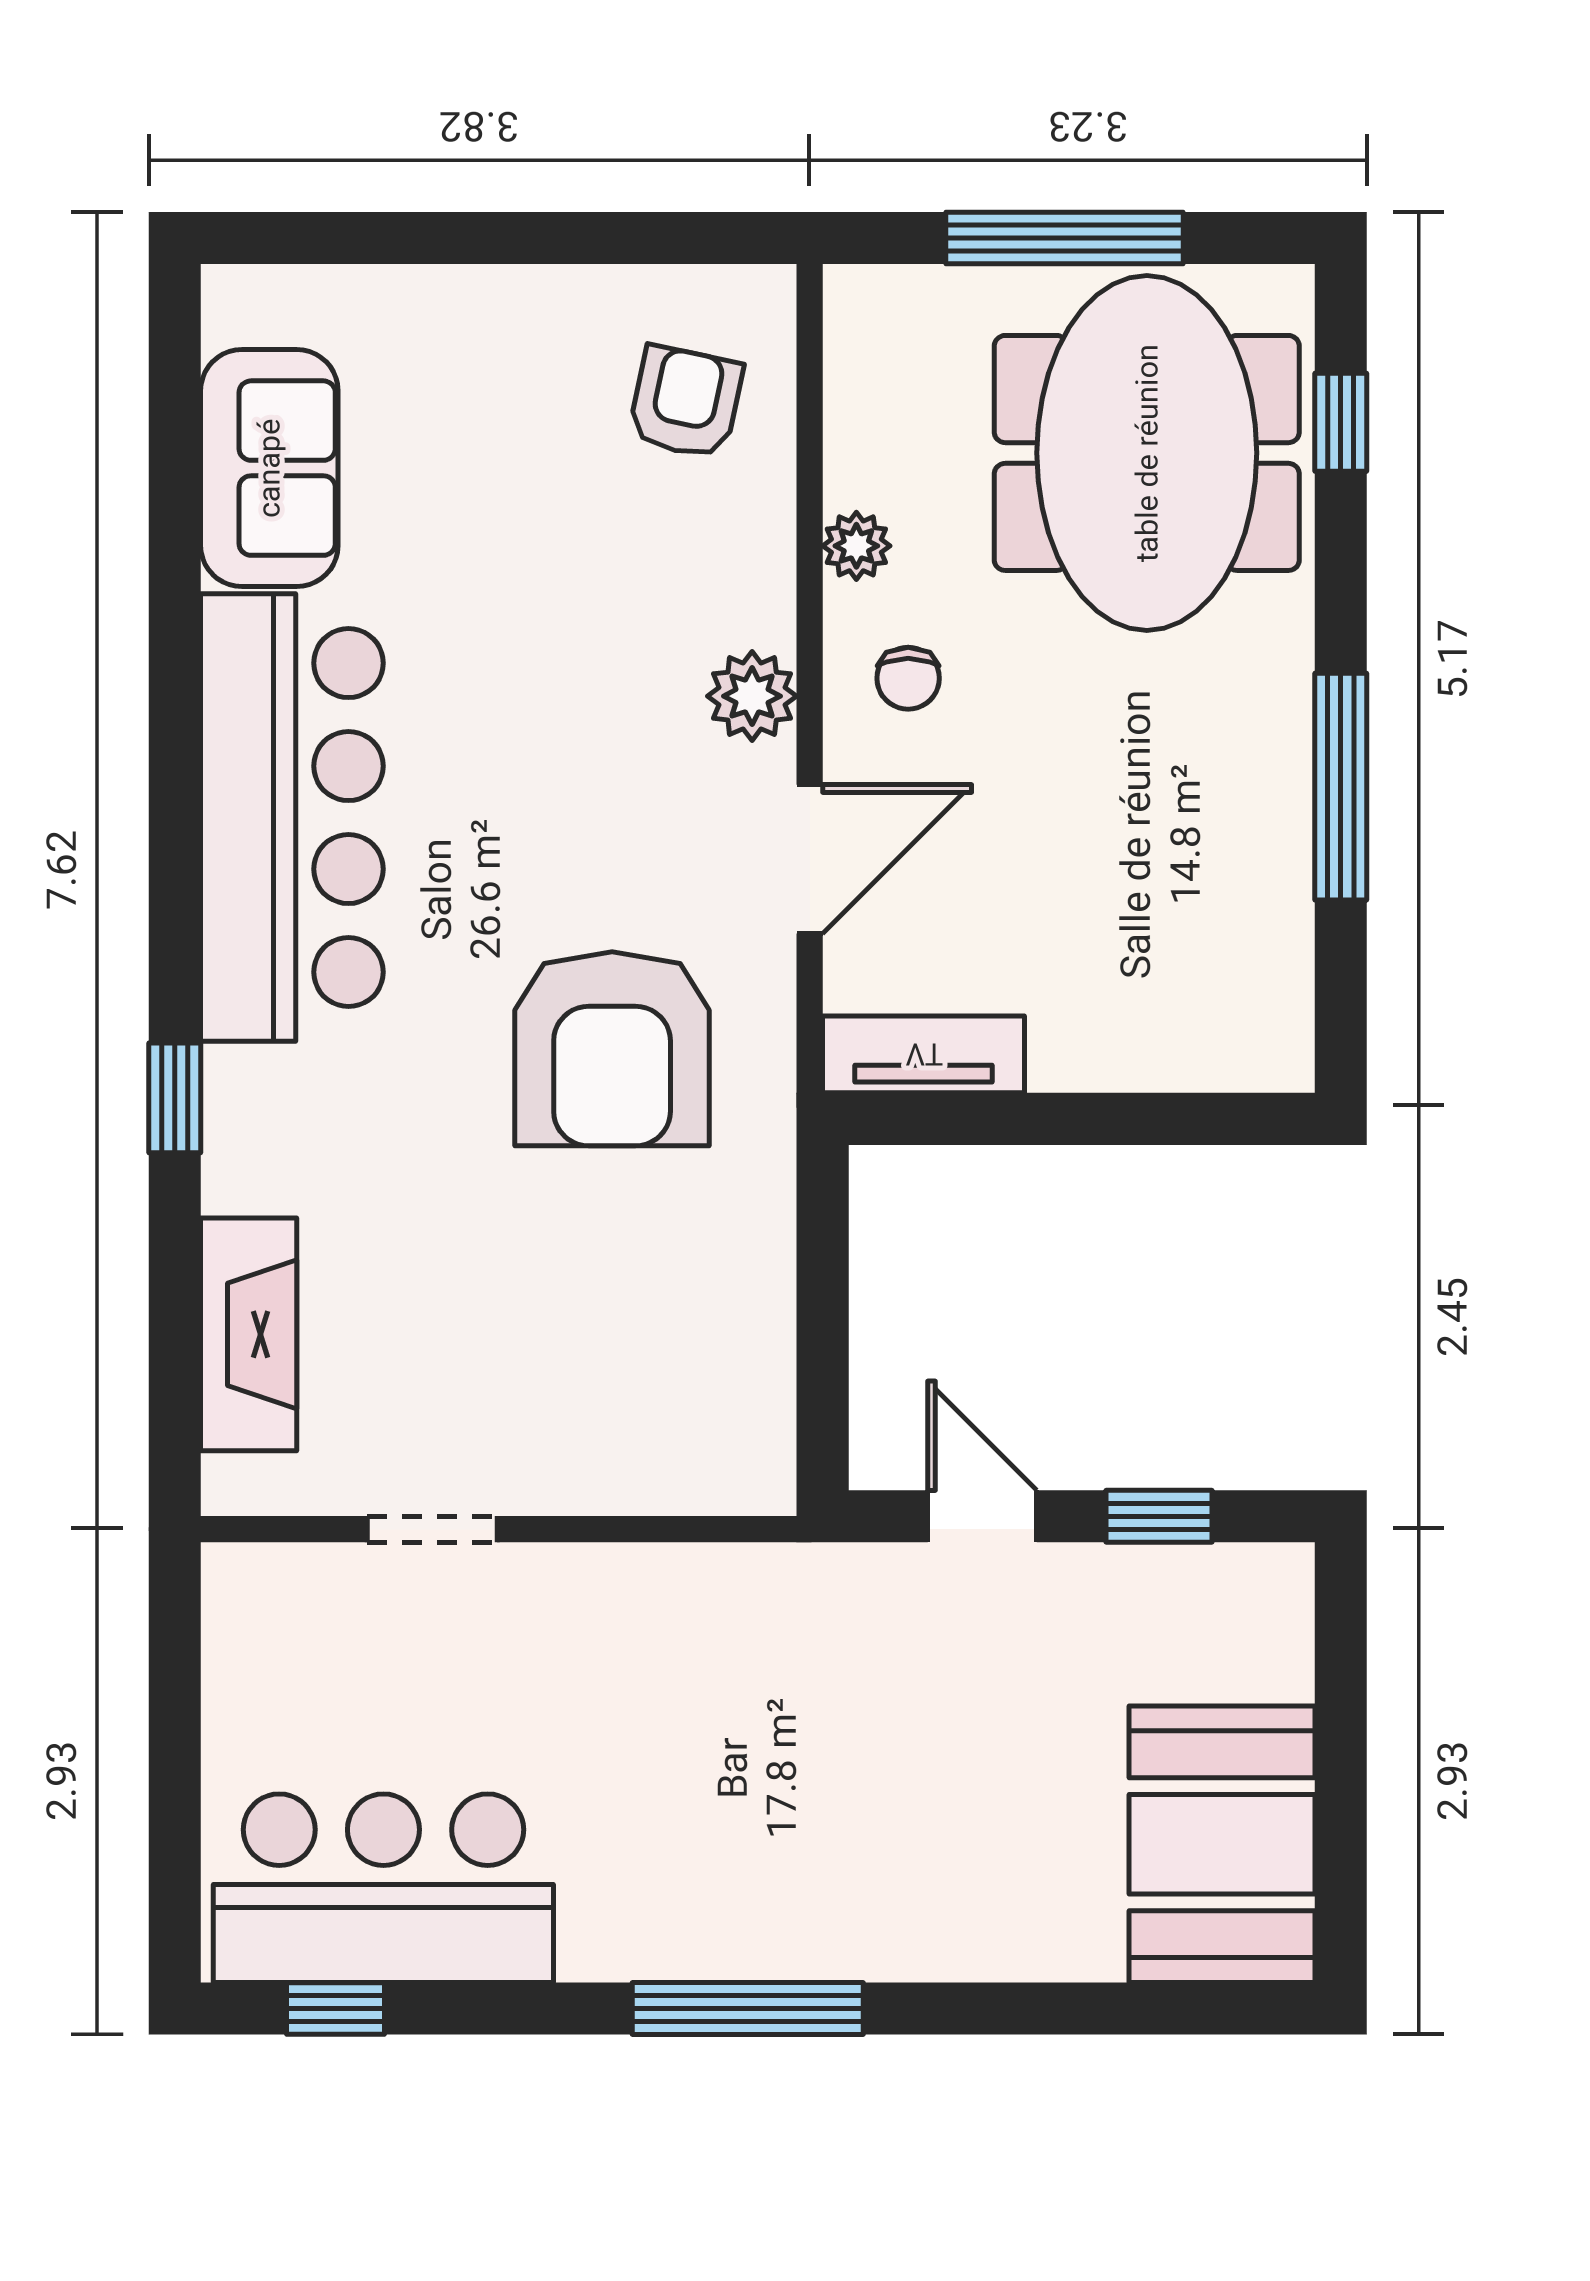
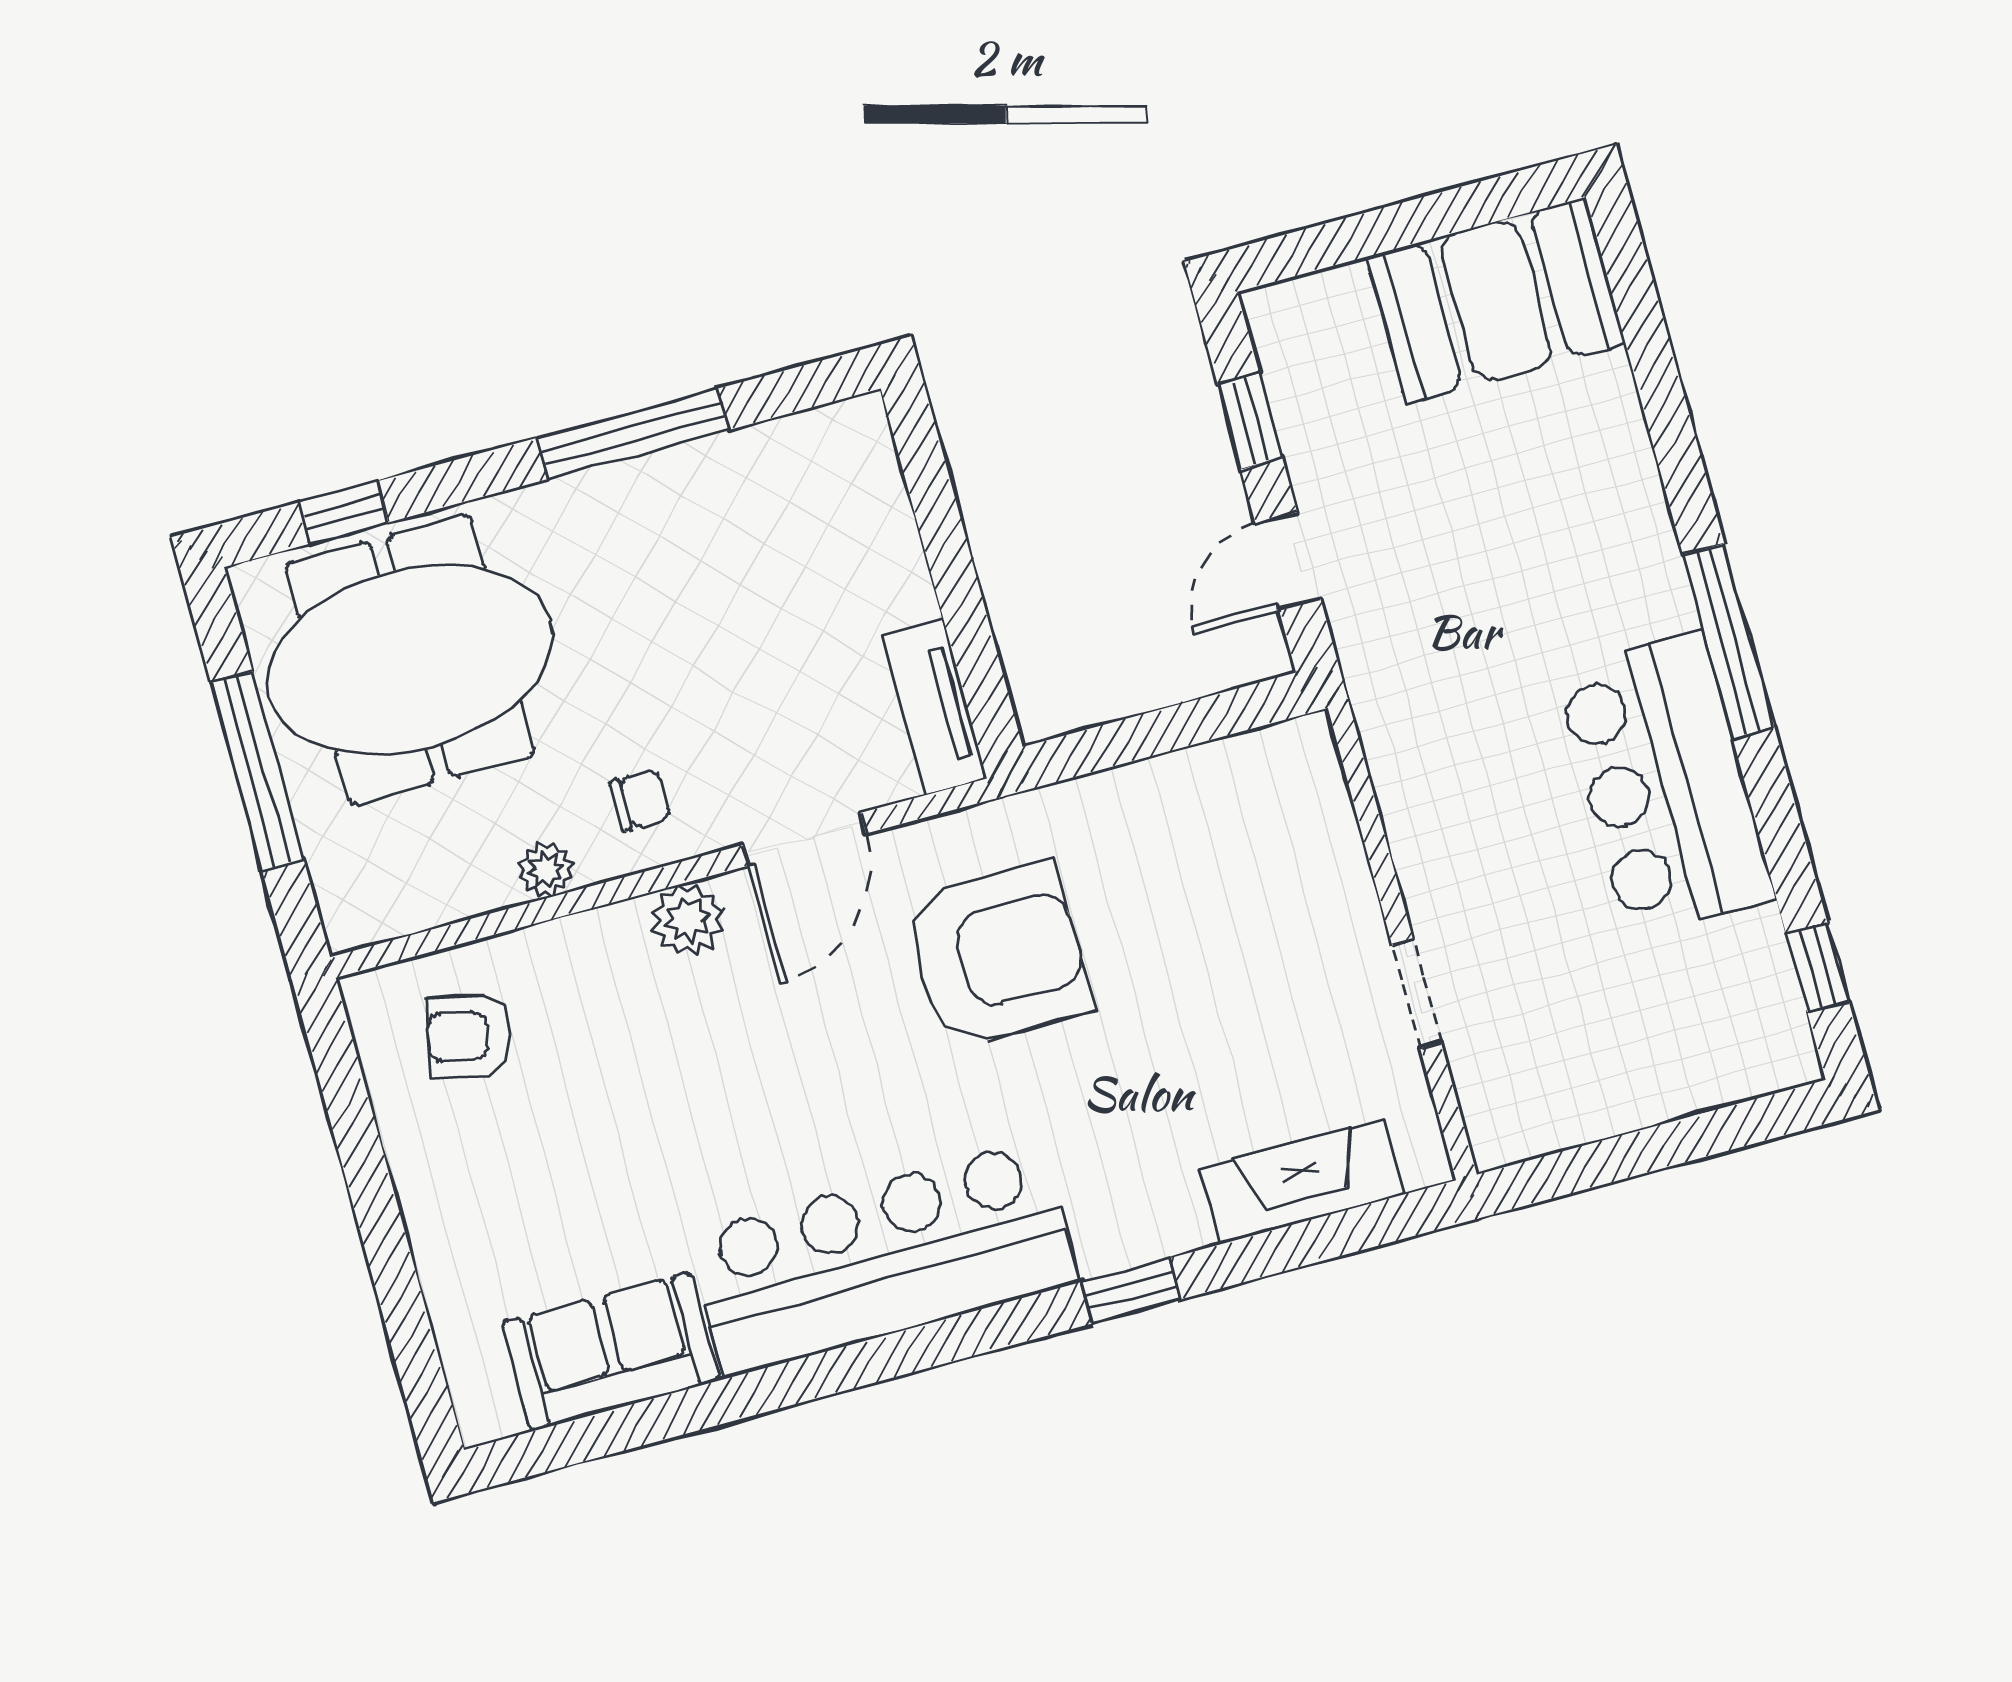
door: (810, 859) -> (804, 839), swing flipped
bar counter: (383, 1888) -> (1665, 785), moved

